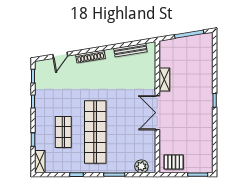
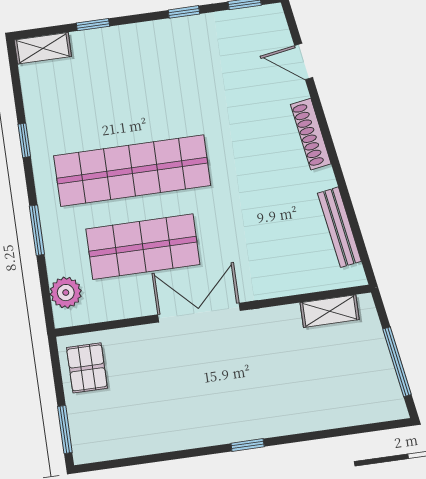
shelving: (164, 79) -> (330, 311), moved
shop shelf: (63, 132) -> (143, 247), moved, width x1.43, depth x1.36

